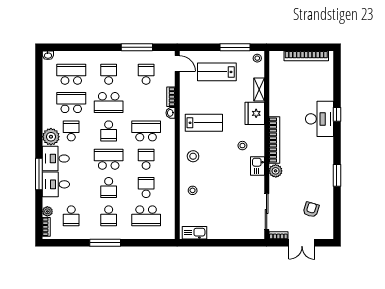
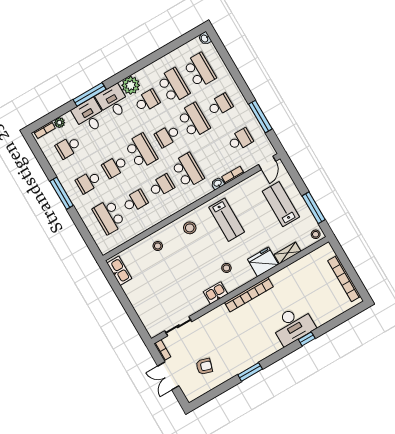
school desk: (109, 103) -> (194, 120), turned 180
plant: (276, 171) -> (221, 312), removed
sliding door: (267, 212) -> (178, 326), width x0.73

